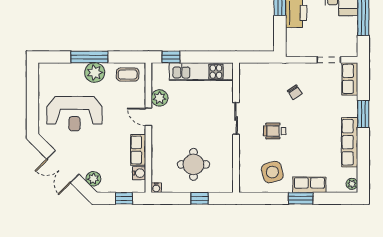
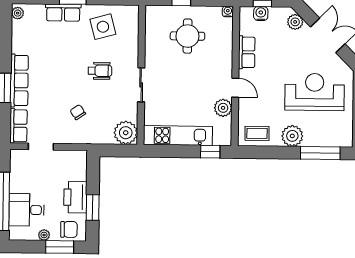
window: (89, 57) -> (320, 153), moved
plant: (250, 74) -> (126, 133), added
row of seats: (350, 142) -> (19, 80), moved
water cooler: (139, 173) -> (261, 14), moved, turned 90

